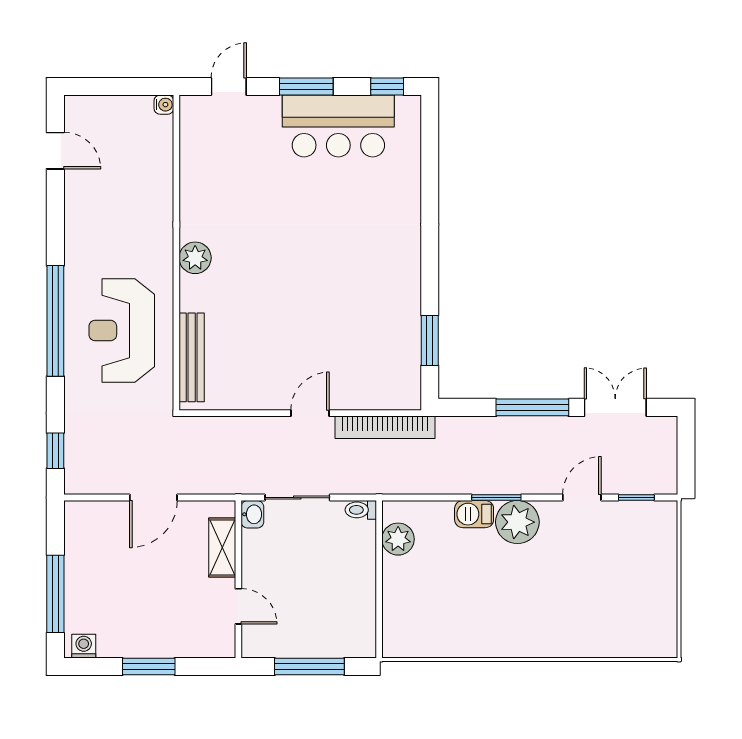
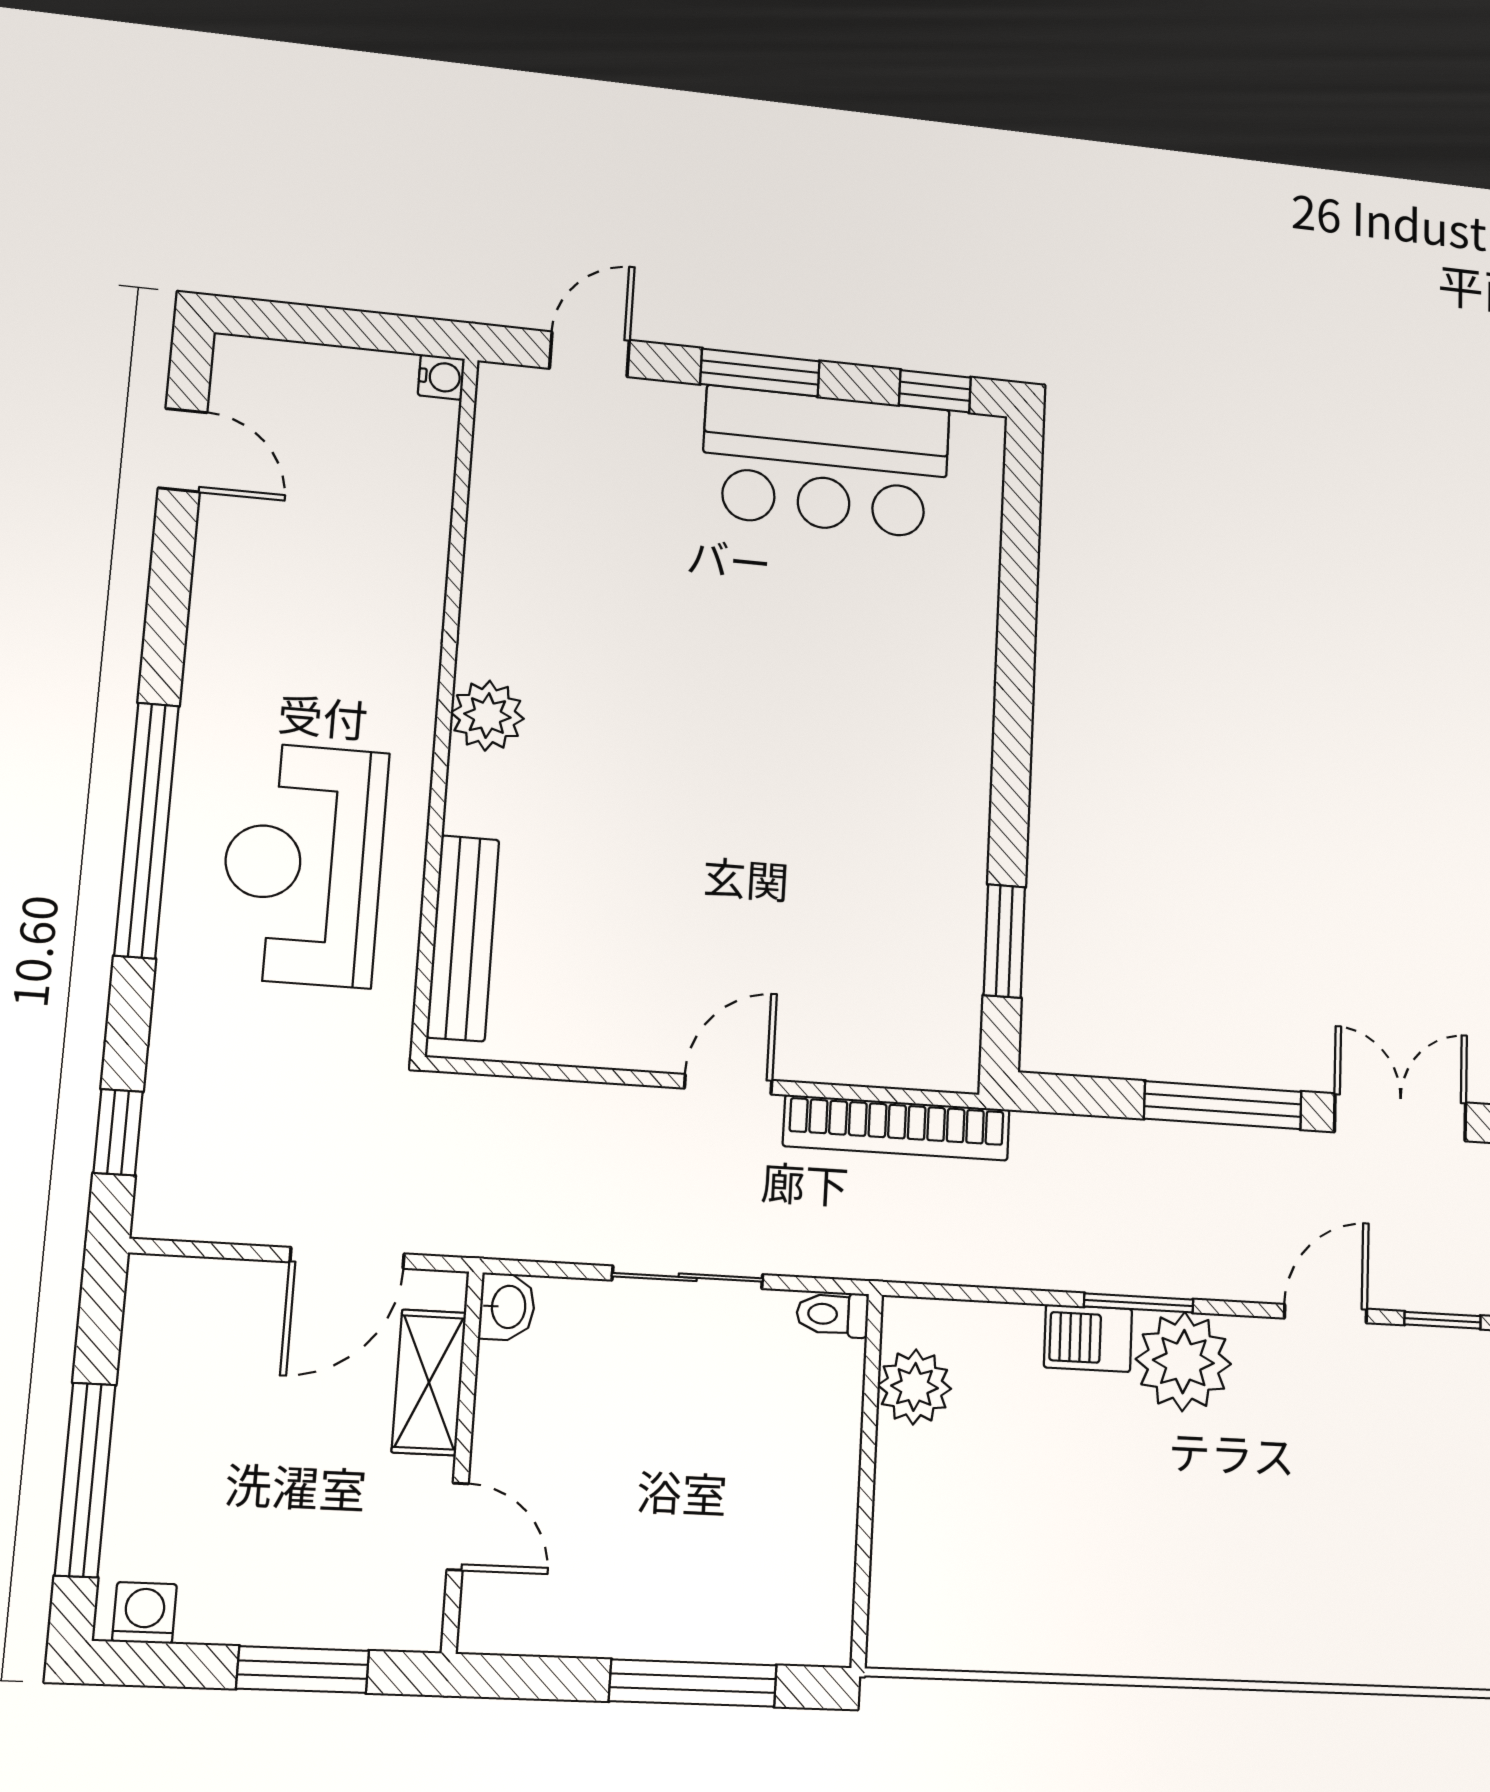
washbasin: (252, 514) -> (507, 1307), moved
shelving: (222, 548) -> (429, 1382), moved
wall: (238, 579) -> (462, 1461), moved
door: (238, 606) -> (458, 1527), moved

